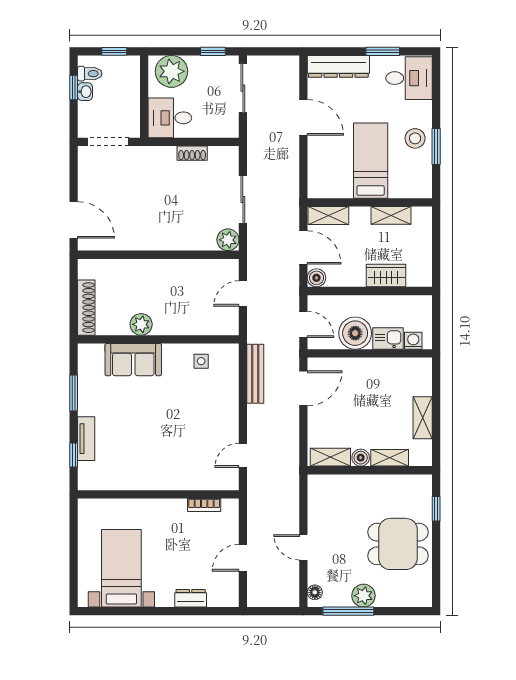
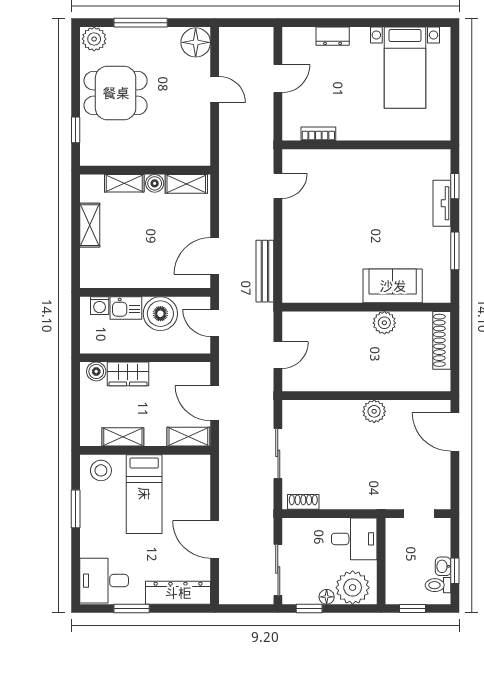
floor lamp: (196, 63) -> (327, 597), added
stool: (415, 138) -> (101, 470), moved
doorway: (108, 142) -> (419, 514), width x0.73
shoe rack: (192, 153) -> (303, 502), moved
plant: (228, 240) -> (374, 411), moved
boiler: (316, 278) -> (96, 371), moved
side table: (201, 361) -> (322, 284), removed
floor lamp: (315, 592) -> (196, 42), width x1.89, depth x1.89
plant: (363, 596) -> (94, 39), moved
window: (348, 611) -> (141, 23), moved

